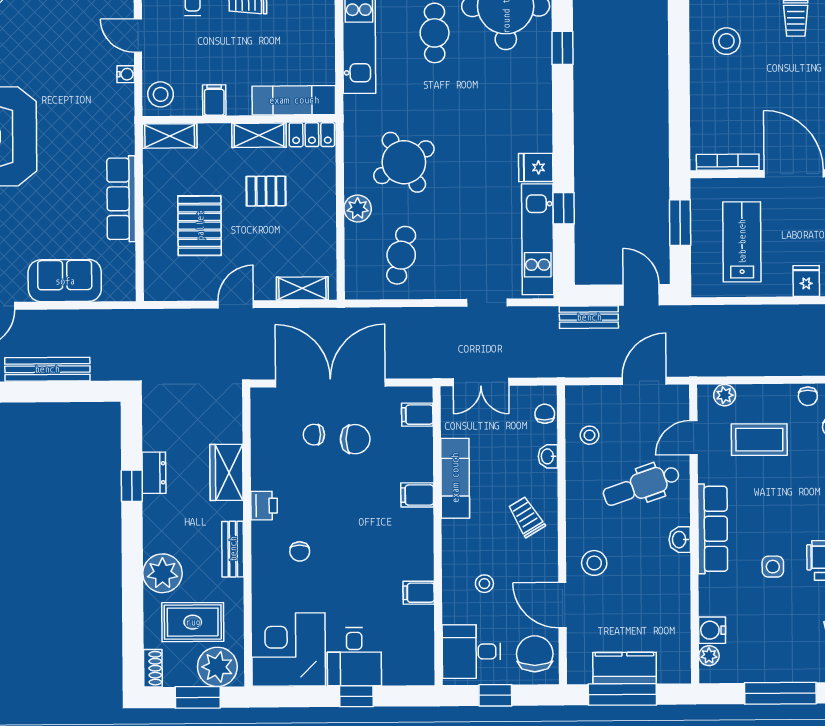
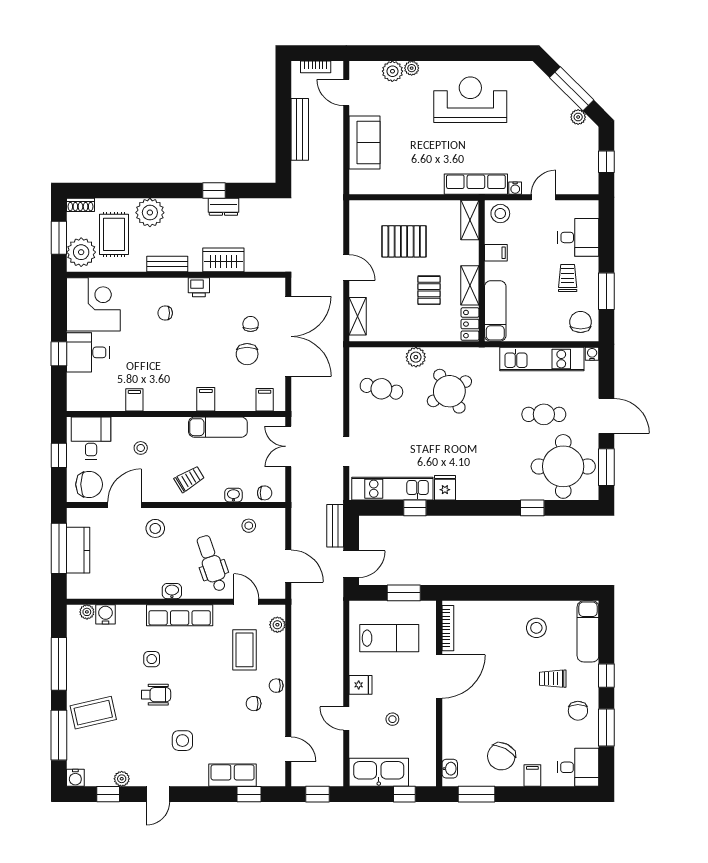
row of seats: (121, 199) -> (476, 184), moved

